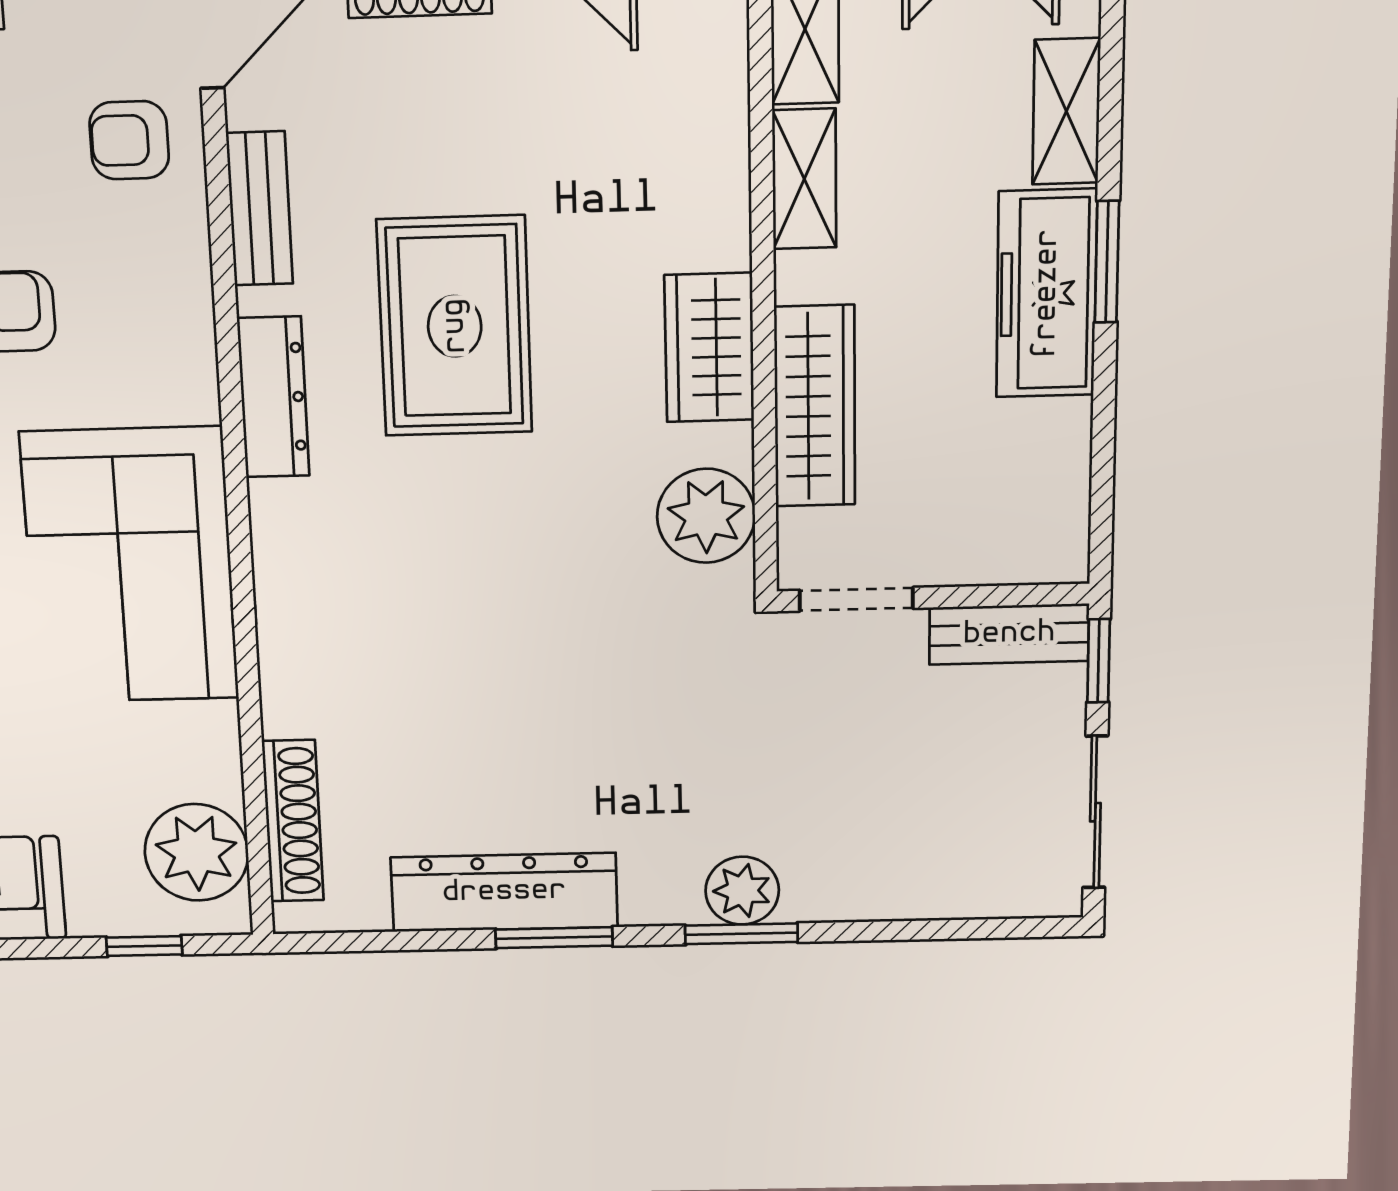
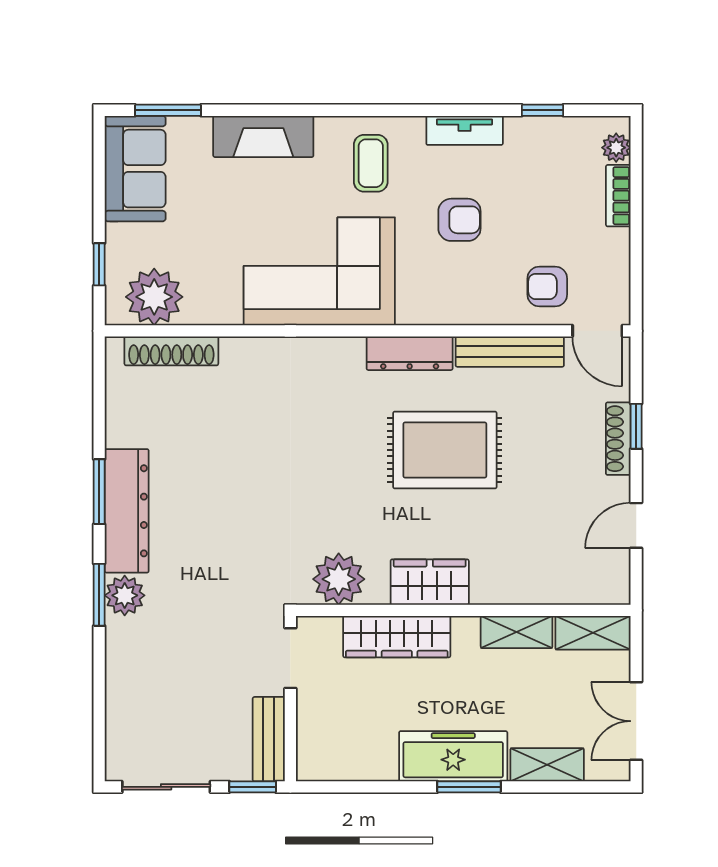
armchair: (129, 140) -> (547, 286), turned -90
bench: (260, 209) -> (510, 352), width x1.36
dresser: (504, 892) -> (127, 511), moved

